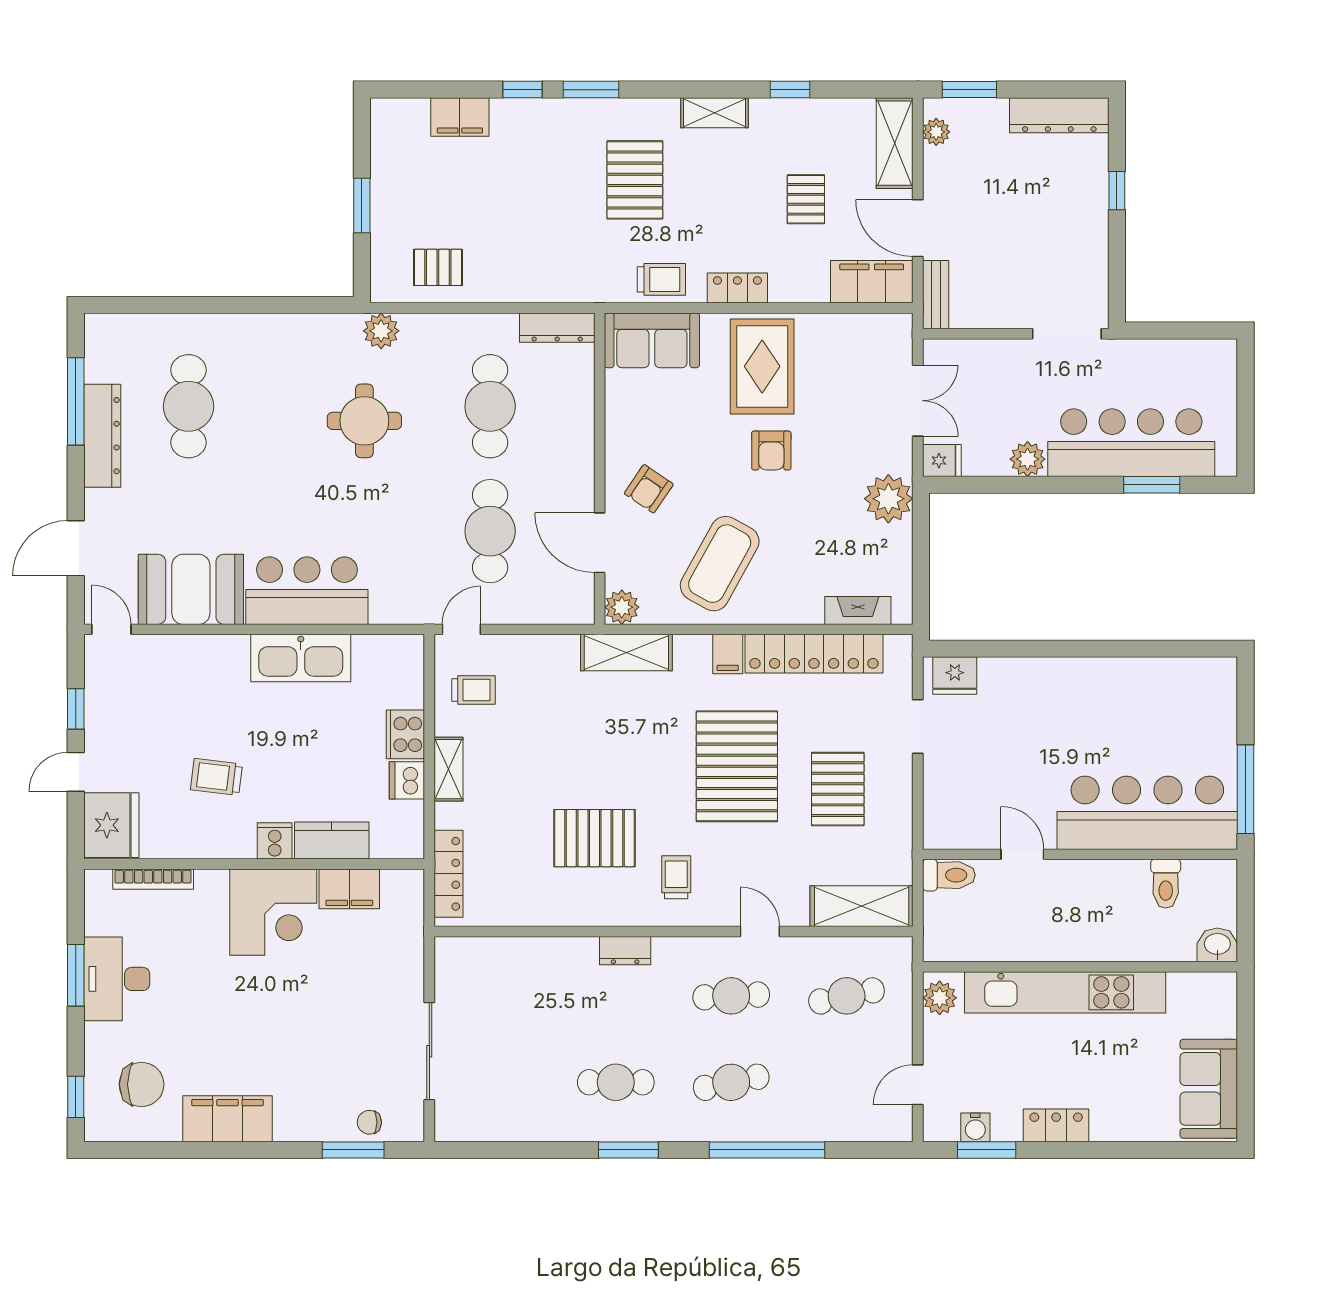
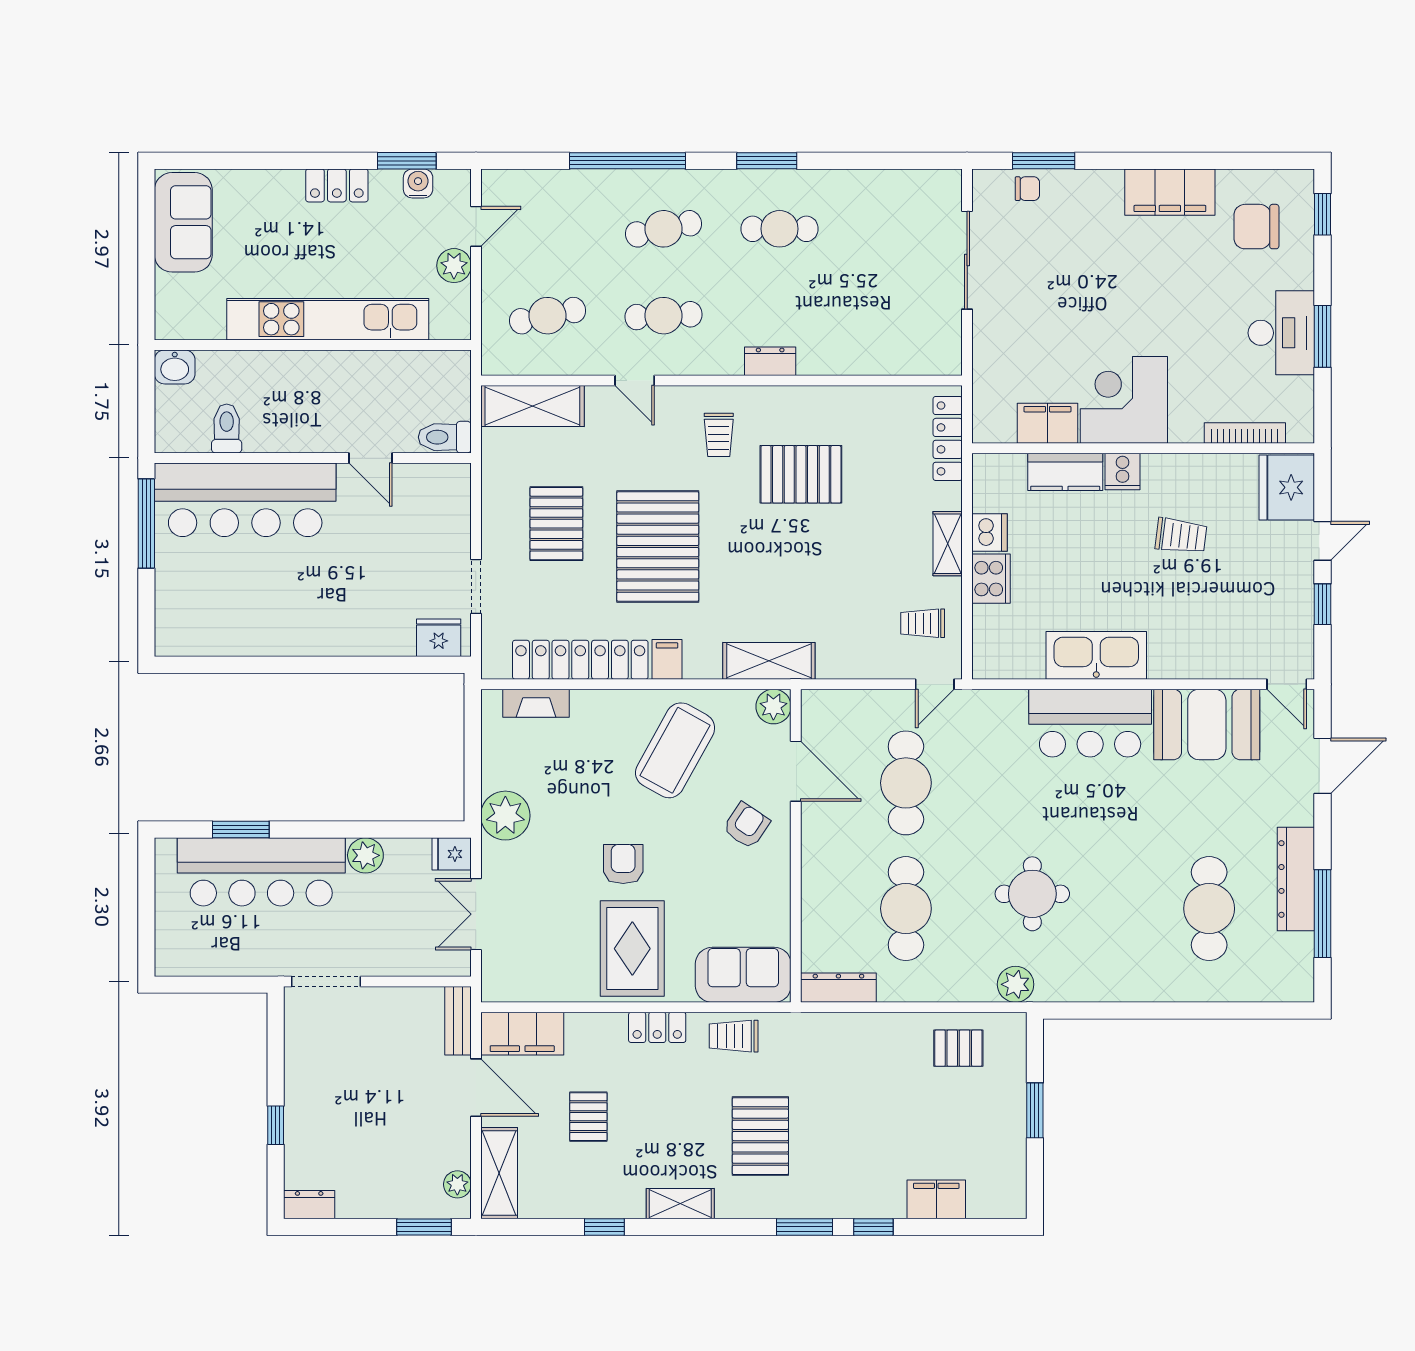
dresser: (1059, 115) -> (309, 1205), width x0.51, depth x0.80
plant: (940, 998) -> (454, 266), moved

